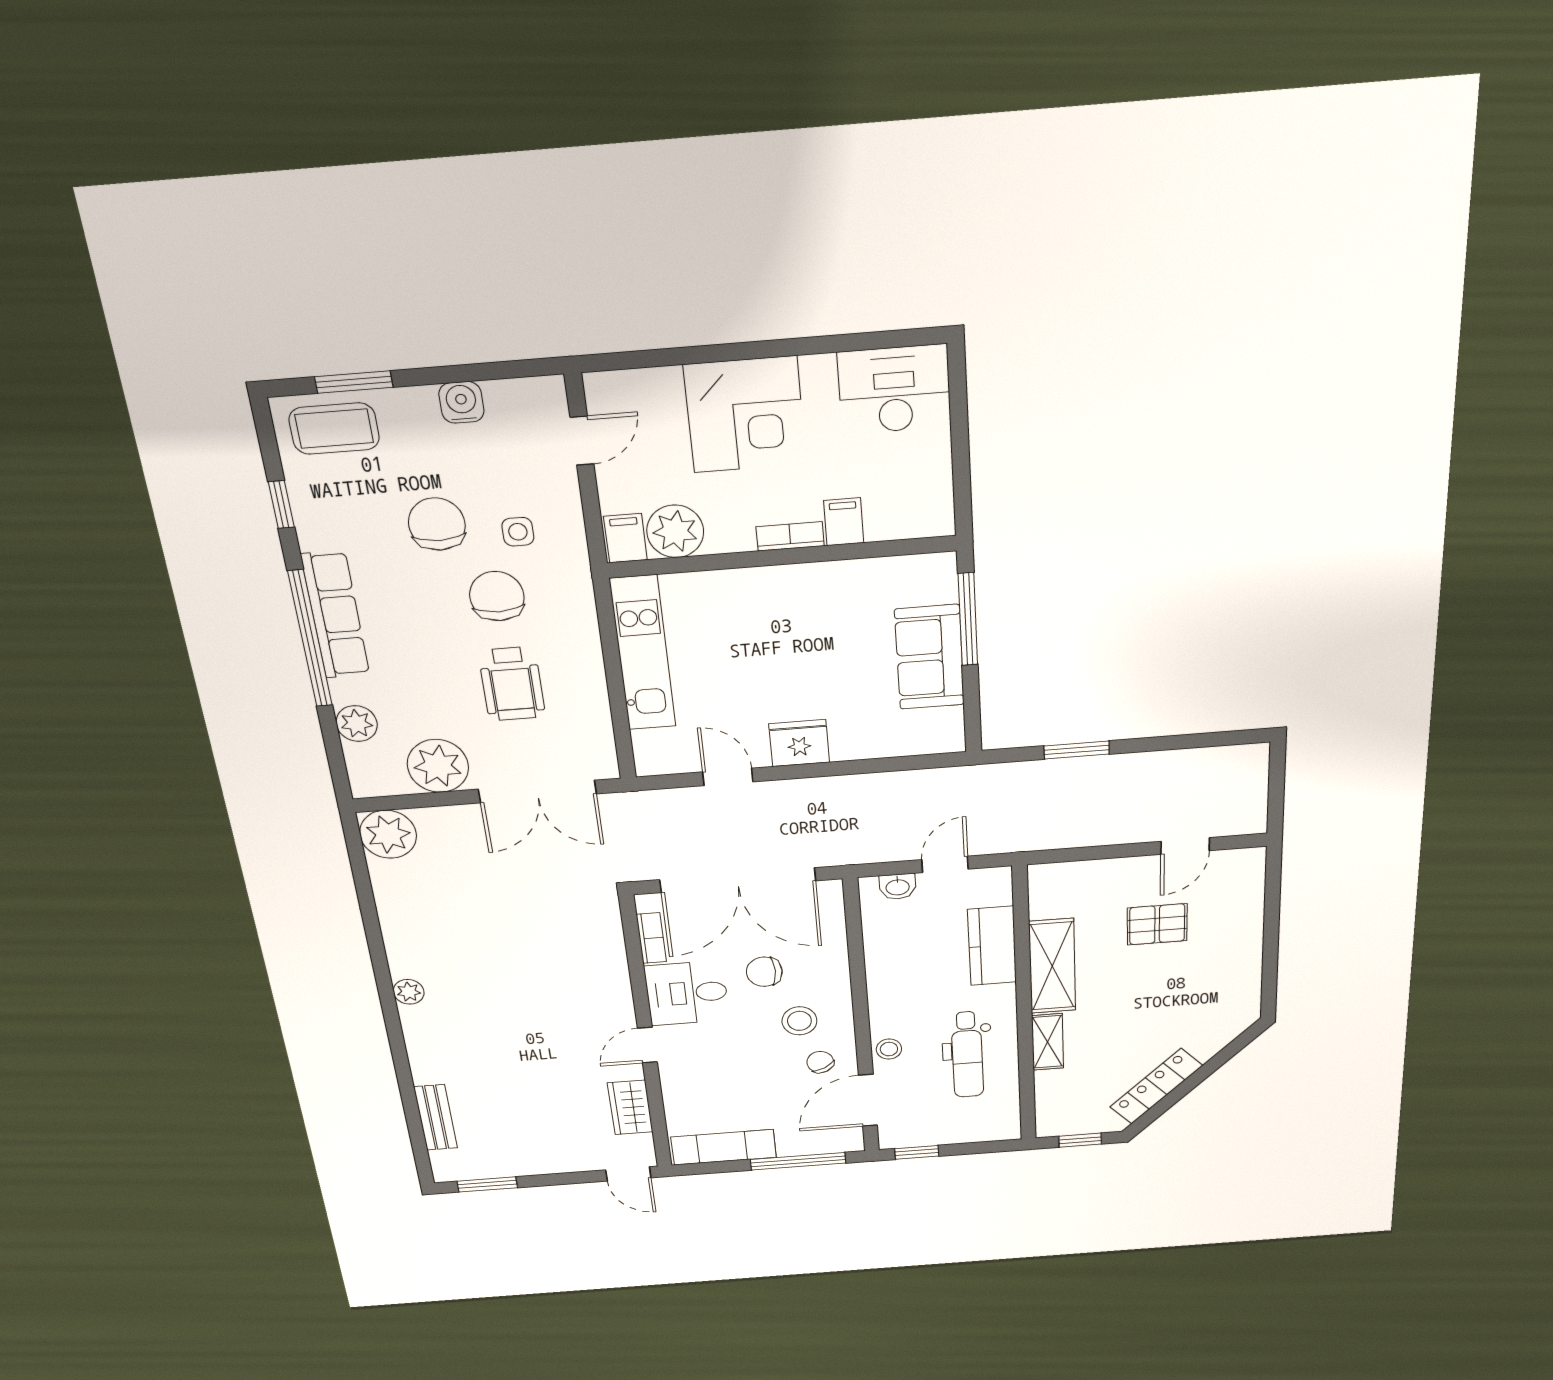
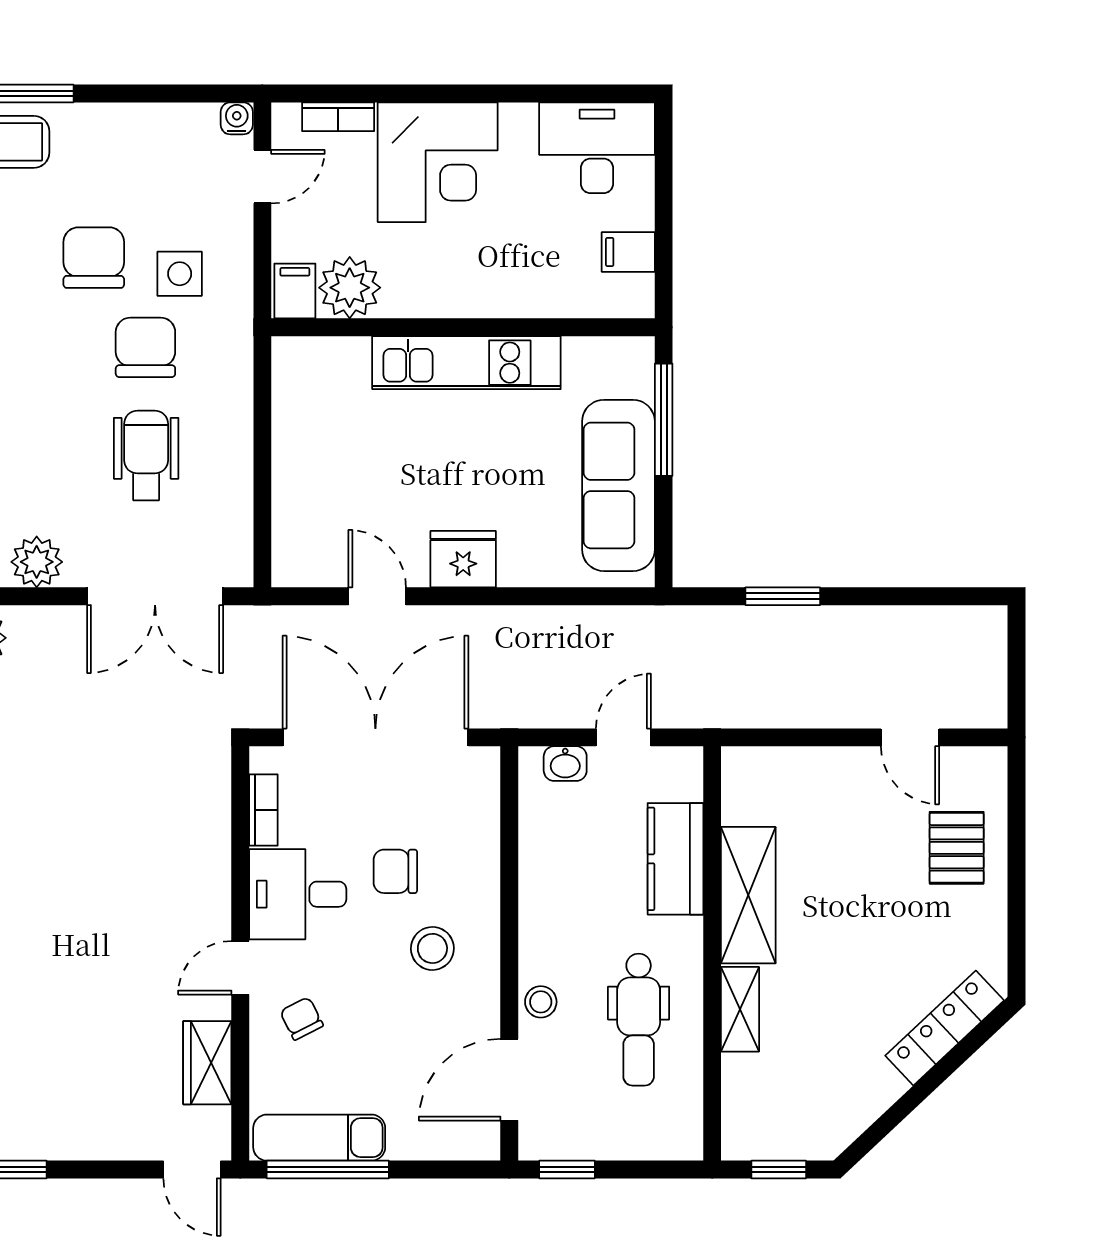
water cooler: (461, 402) -> (237, 118), moved, width x0.72, depth x0.72
filing cabinet: (844, 522) -> (628, 252), moved, turned -90
side table: (518, 532) -> (180, 274), width x1.37, depth x1.37
bookcase: (790, 536) -> (338, 117), moved, turned 180
kitchen unit: (643, 653) -> (466, 363), moved, turned 90
sofa: (929, 657) -> (618, 485), width x1.36
wheelchair: (512, 684) -> (146, 455), turned 180
plant: (438, 766) -> (37, 562), width x0.73, depth x0.73
door: (1185, 846) -> (910, 737), hinge flipped
double door: (738, 880) -> (375, 737), swing flipped
pallet: (1157, 924) -> (957, 848), moved, turned 90
chair: (820, 1062) -> (302, 1018), moved
locker: (1156, 1086) -> (945, 1028), moved
window: (798, 1161) -> (328, 1170), moved

